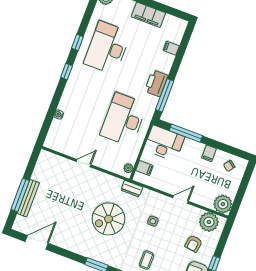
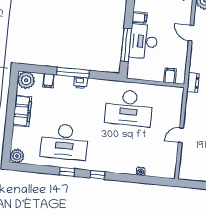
printer: (156, 83) -> (81, 83), width x0.53, depth x0.68
window: (165, 95) -> (73, 73), moved
desk: (164, 143) -> (143, 41), moved
door: (84, 163) -> (181, 135), hinge flipped
plant: (128, 168) -> (26, 80), moved, width x1.88, depth x1.88

